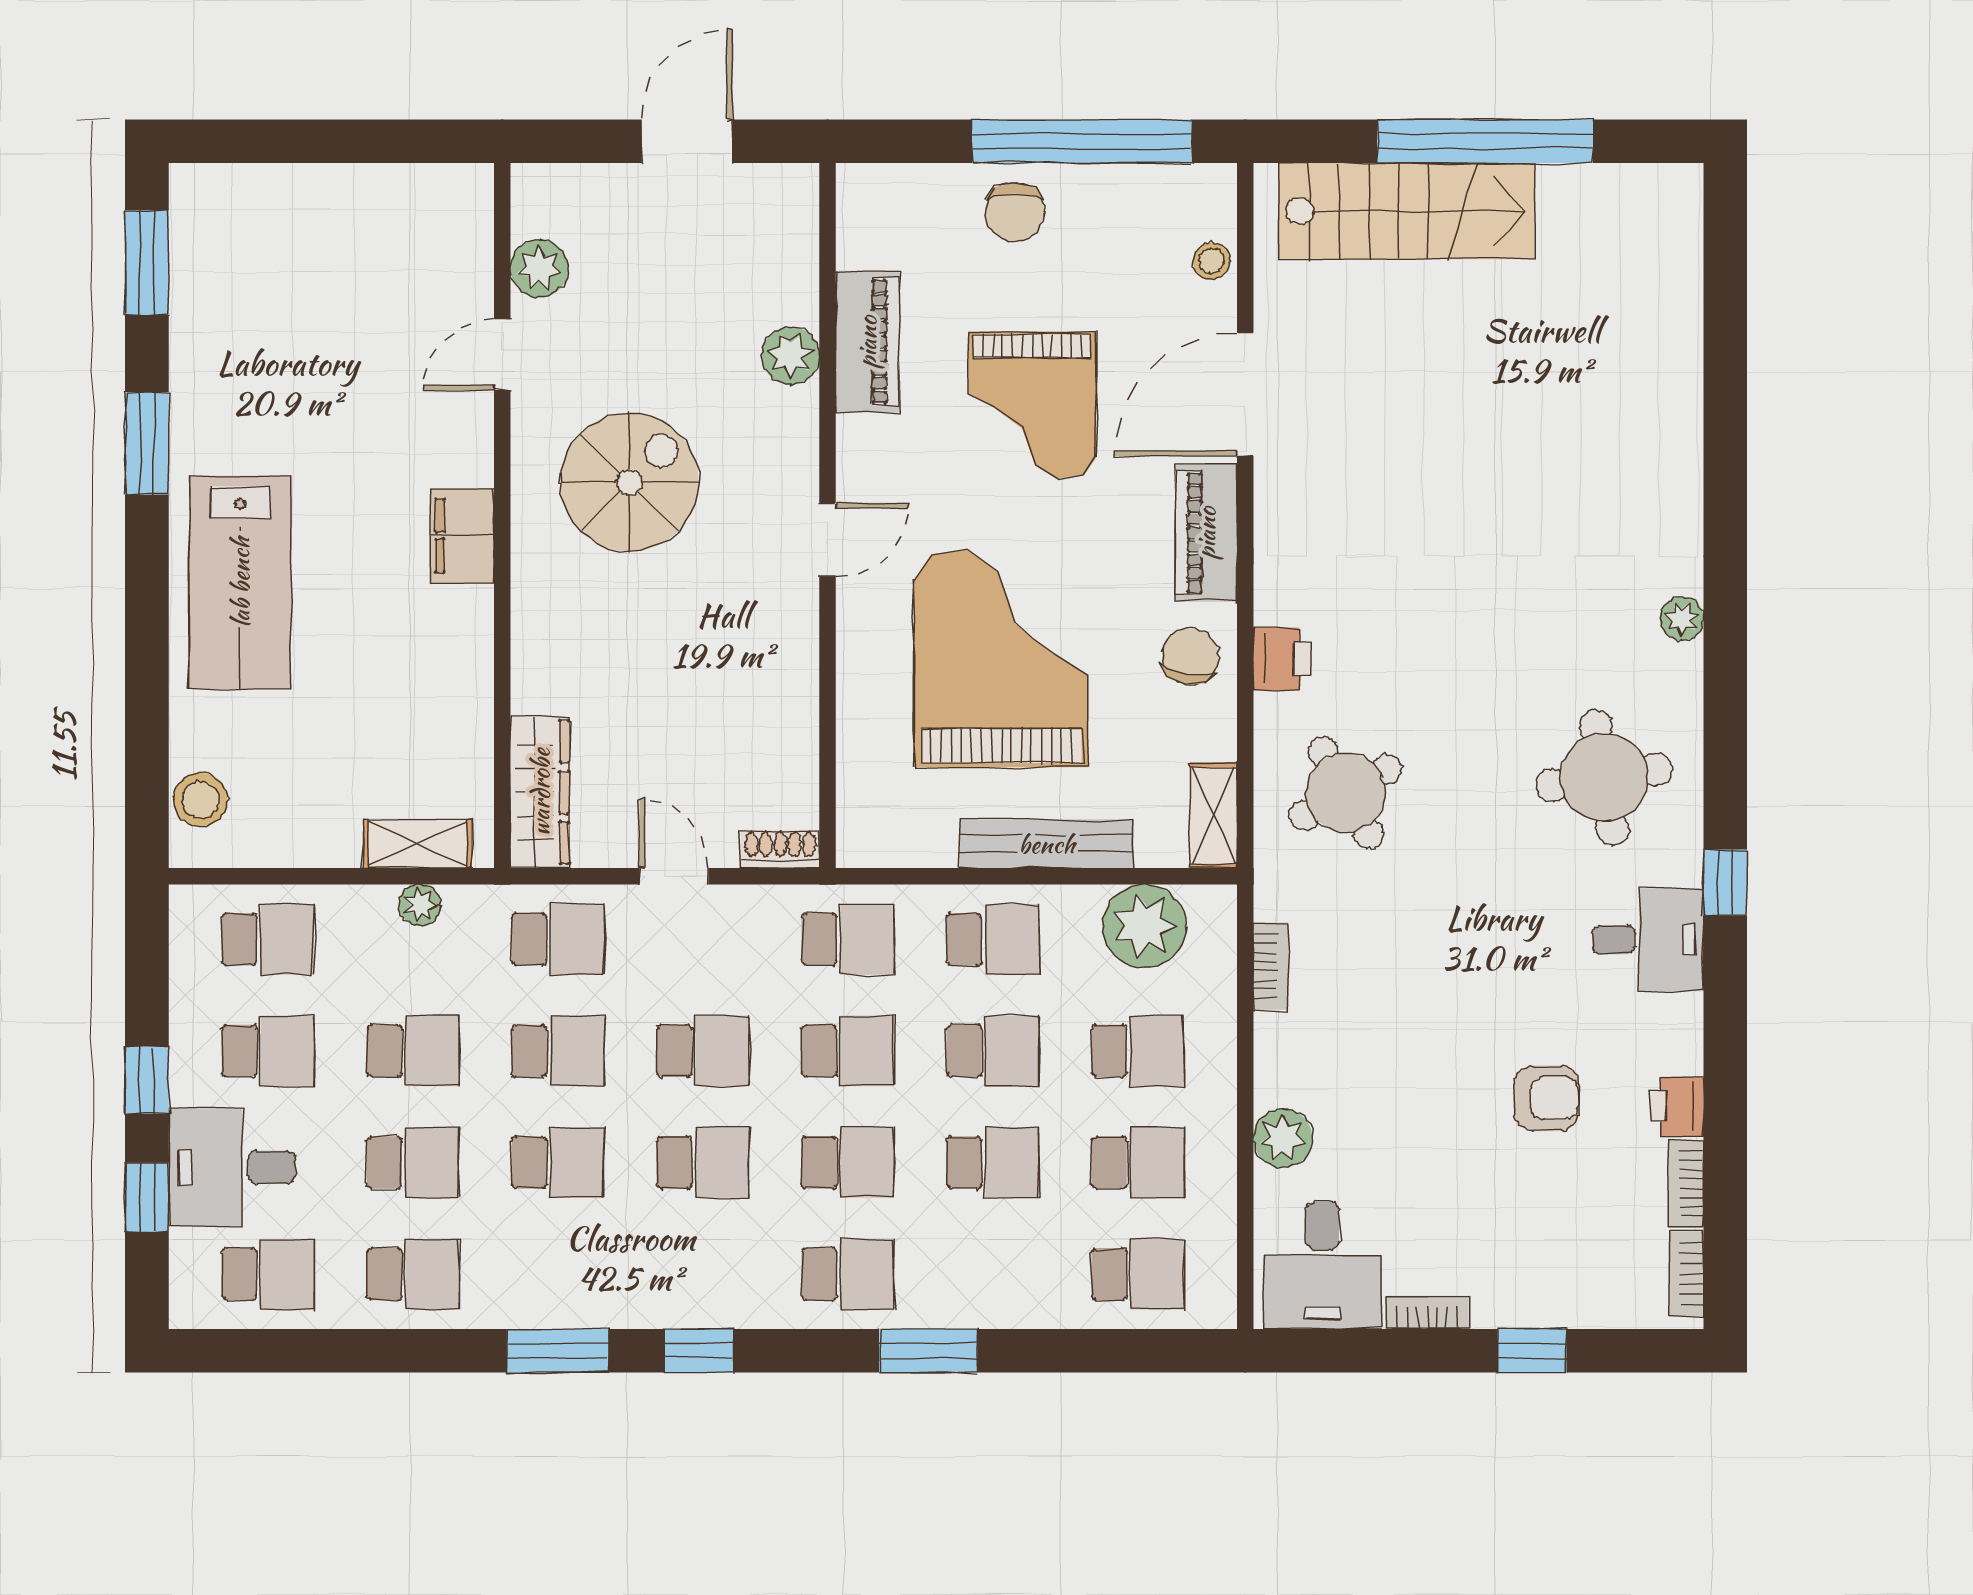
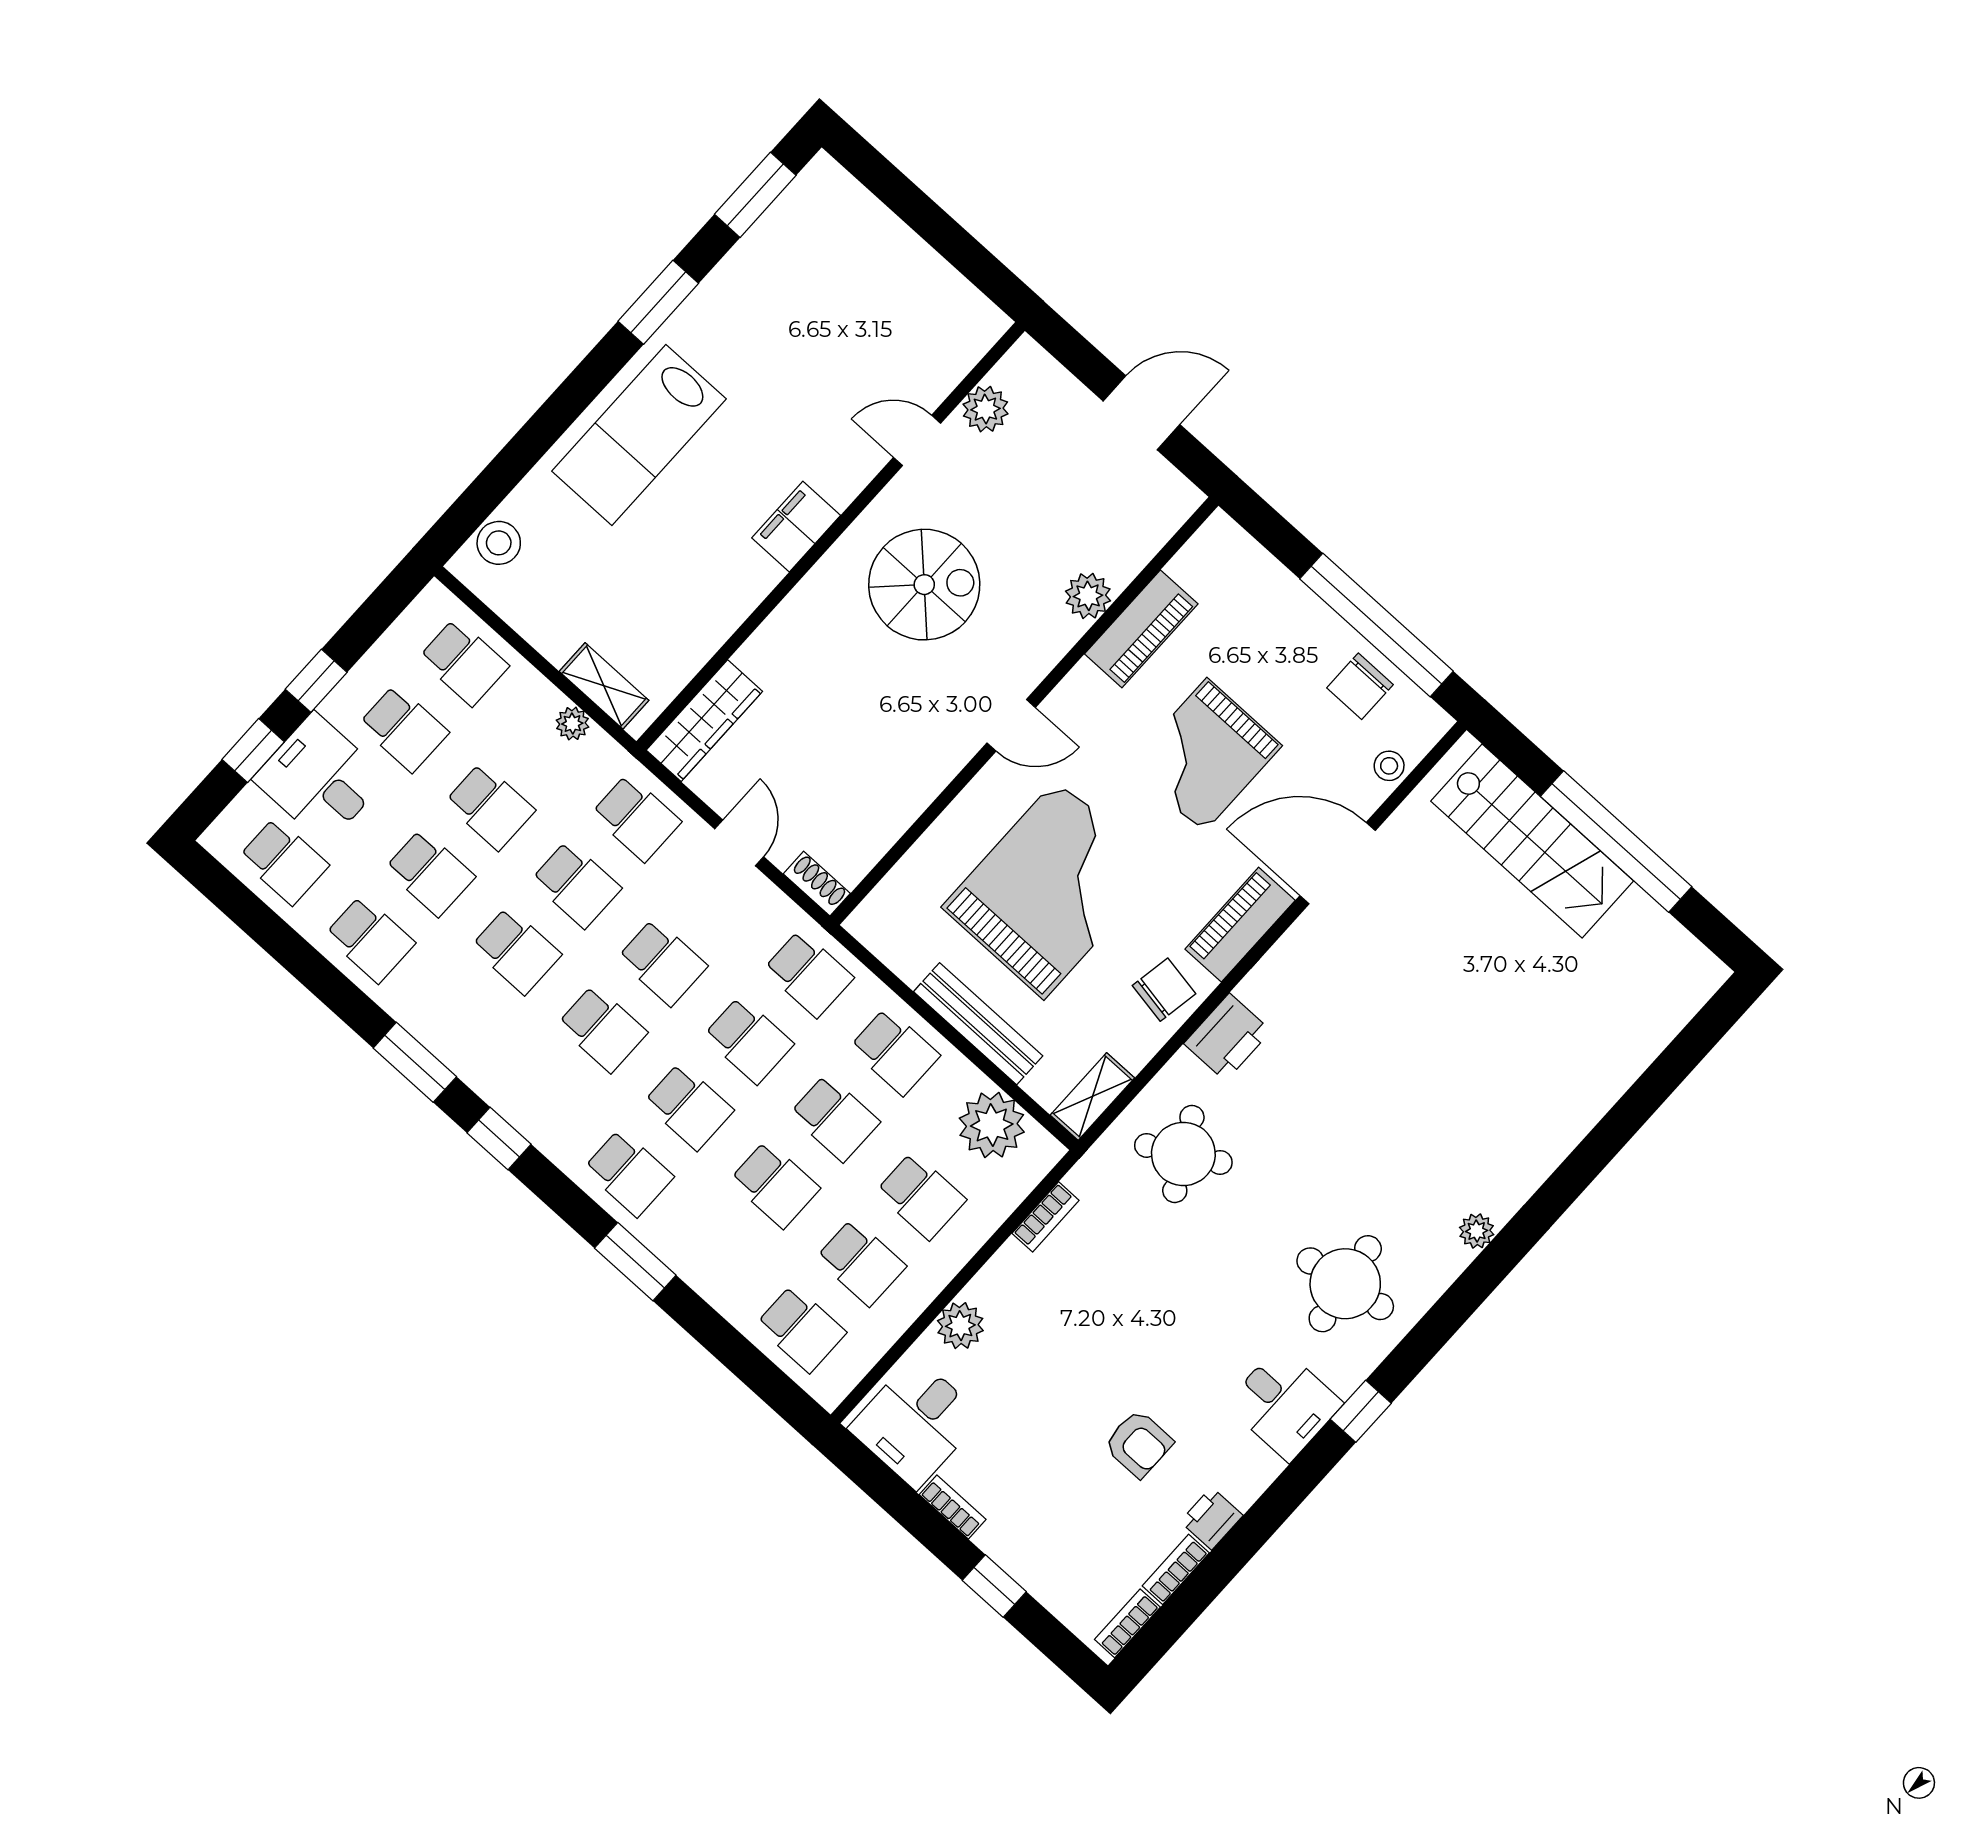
chair: (1015, 212) -> (1360, 686), moved
printer: (1282, 659) -> (1227, 1037), width x1.36, depth x1.24

